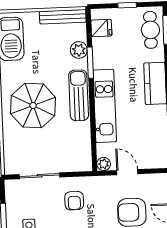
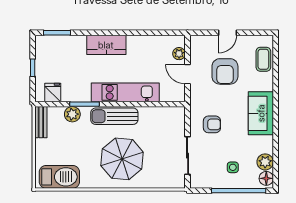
bench: (63, 17) -> (41, 122), width x0.73
cafe table: (150, 30) -> (56, 47), removed
plant: (104, 164) -> (179, 54), moved
door: (127, 172) -> (188, 74), hinge flipped

